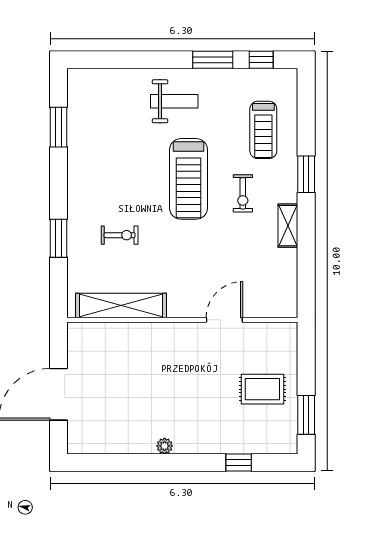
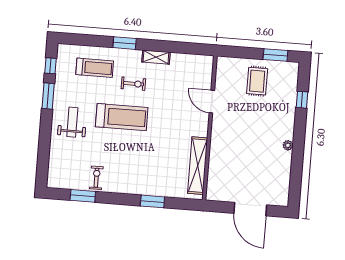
exercise bike: (120, 235) -> (96, 178), moved

